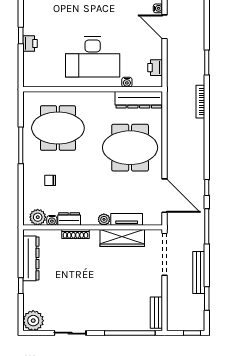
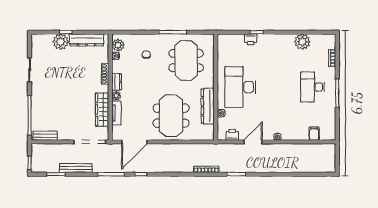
door: (164, 27) -> (253, 142), moved
dresser: (139, 100) -> (208, 106), moved
dresser: (69, 219) -> (117, 82), moved
plant: (33, 321) -> (61, 42), moved

